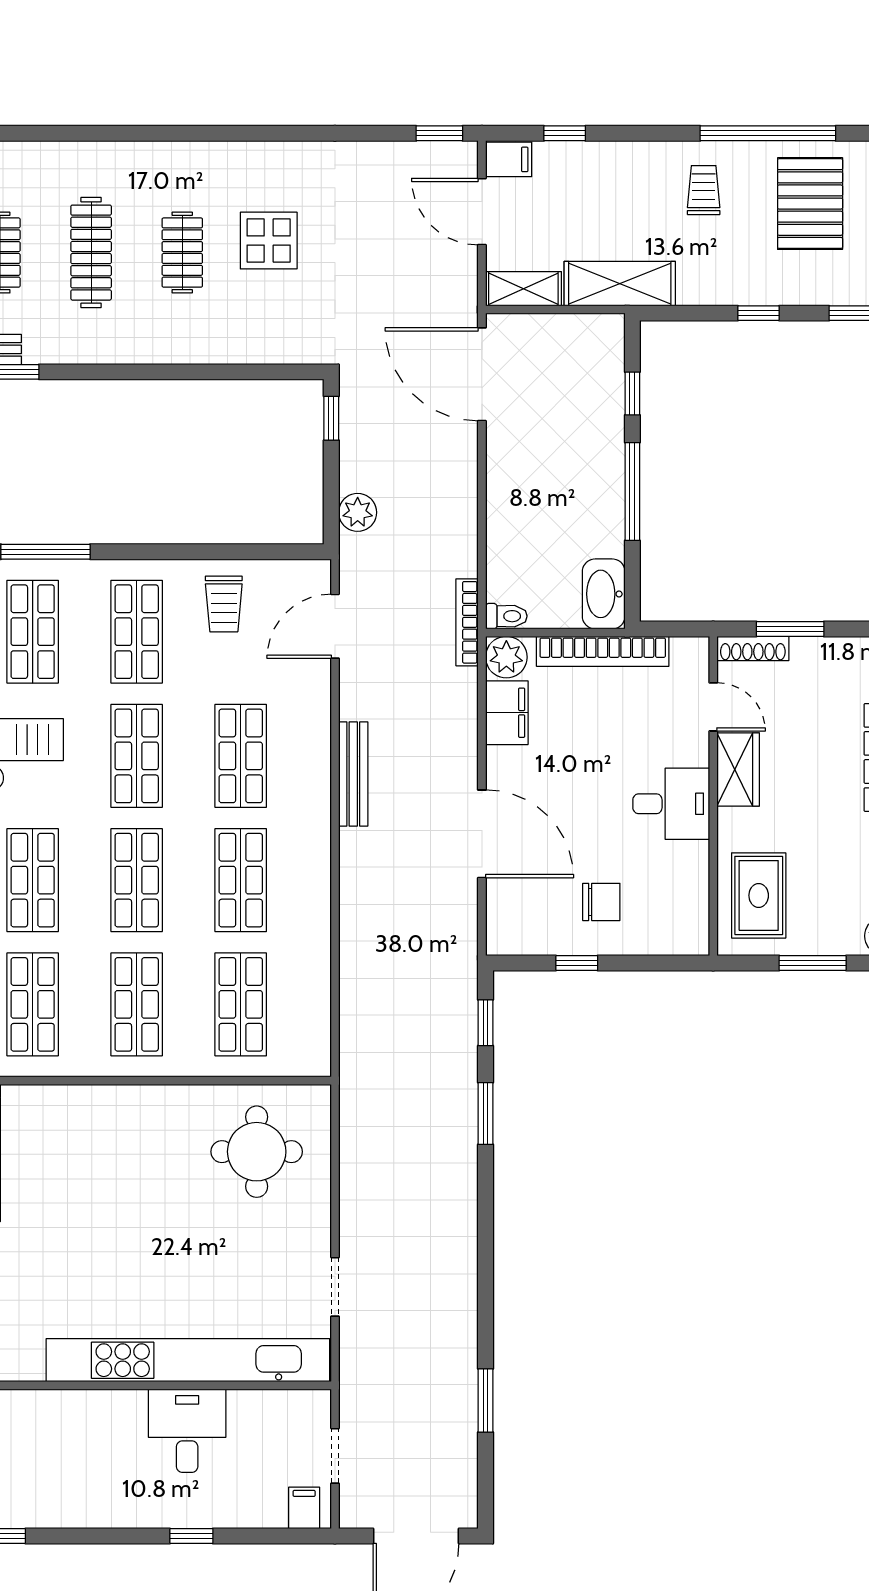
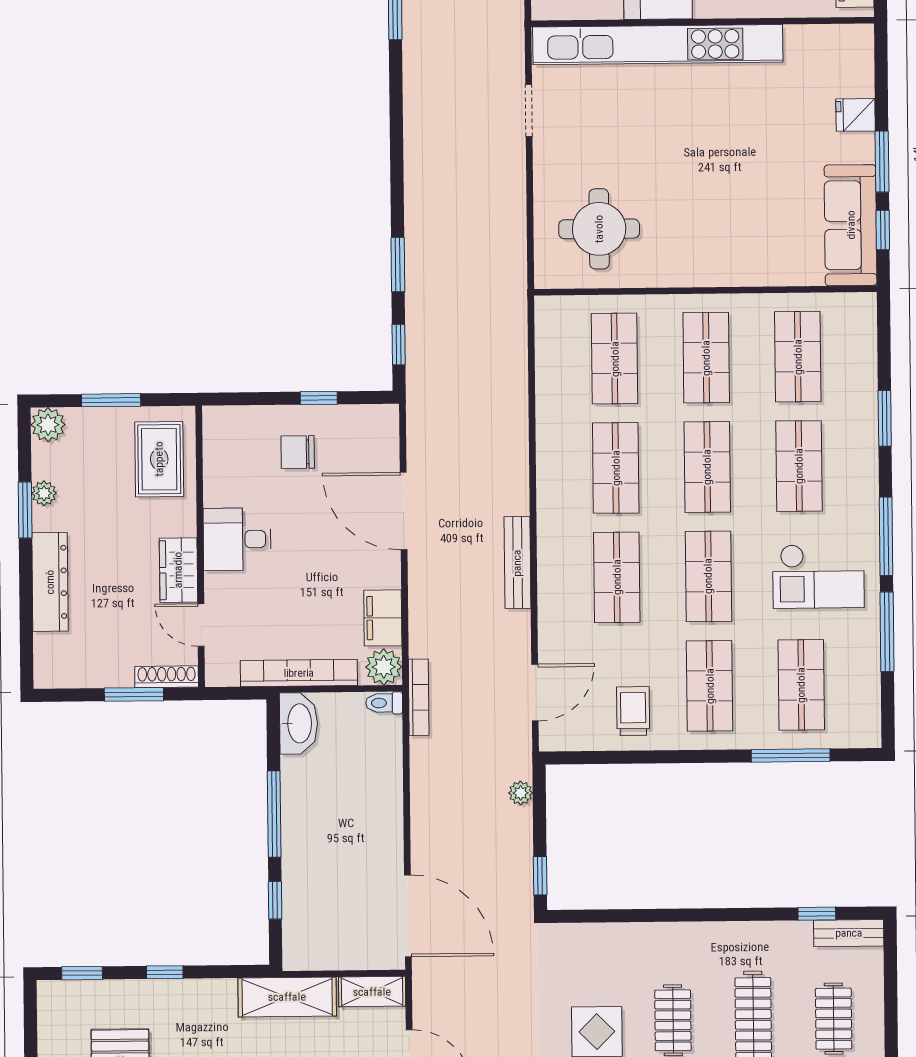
plant: (358, 512) -> (521, 793), width x0.73, depth x0.73

